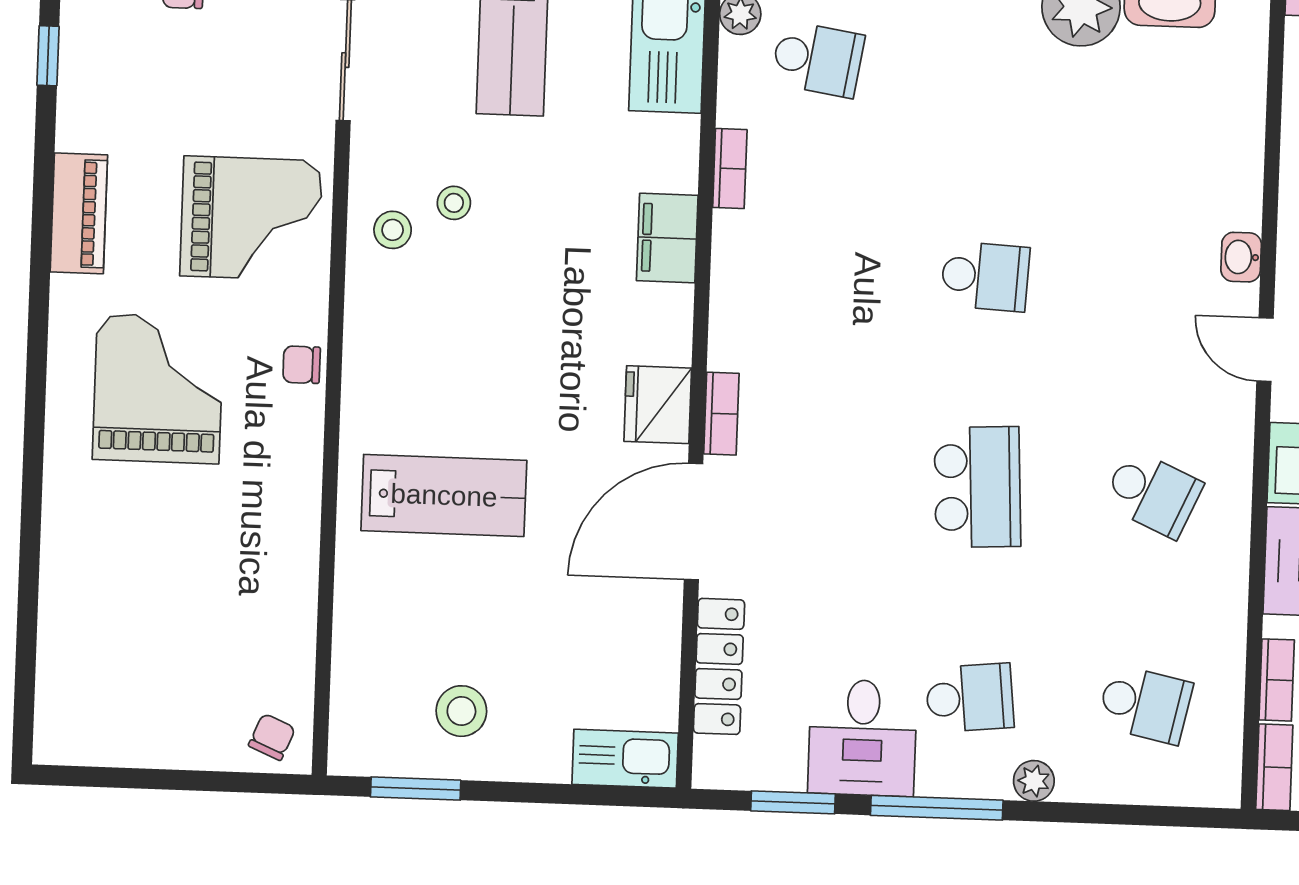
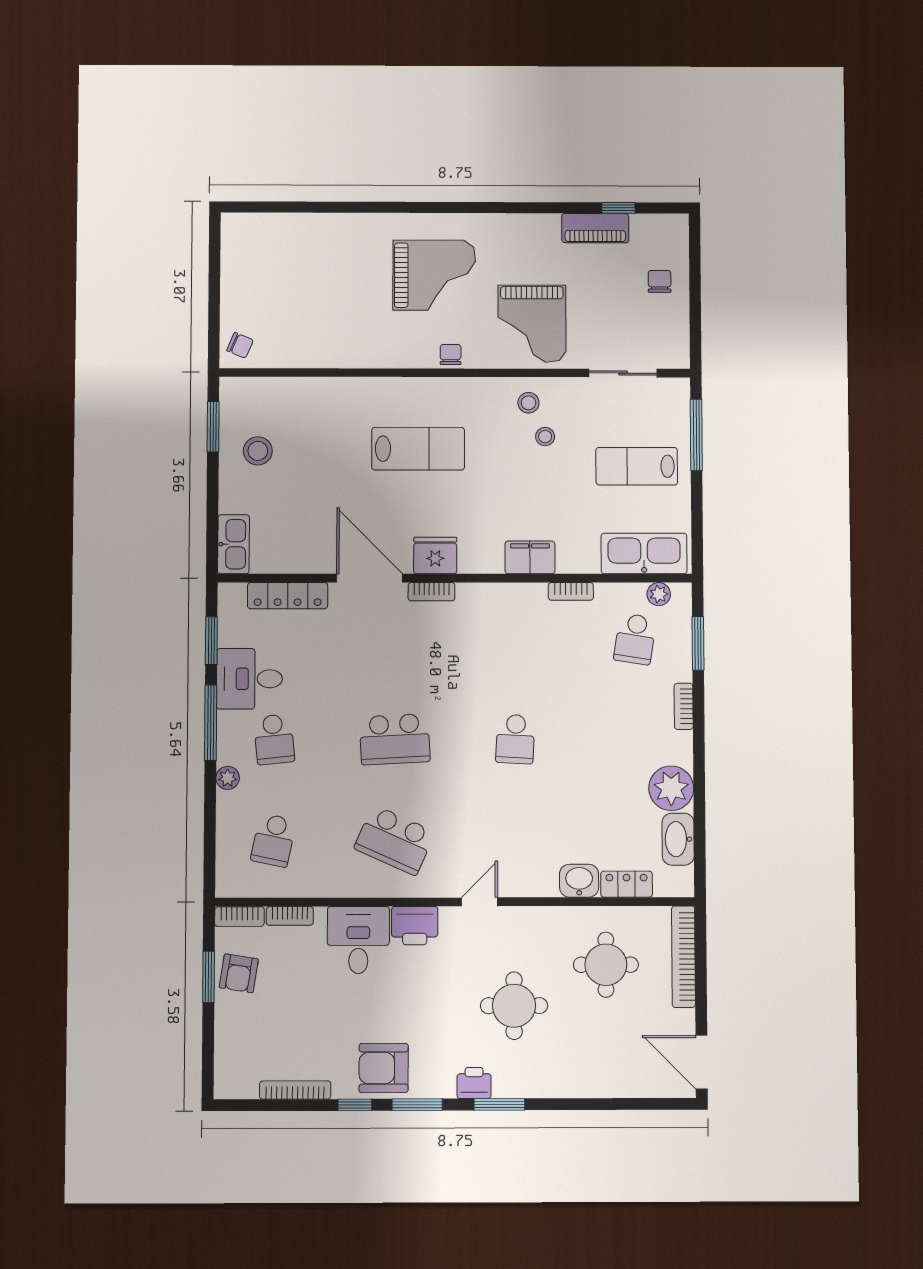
locker: (1244, 92) -> (627, 884), added
piano: (79, 213) -> (595, 228), moved
washbasin: (1241, 257) -> (579, 881), moved, width x1.38, depth x1.45
school desk: (1153, 494) -> (395, 840), width x1.85
lab bench: (444, 495) -> (418, 449), moved, turned -90

